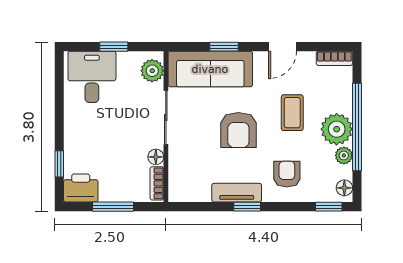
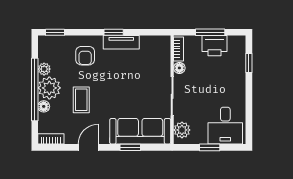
armchair: (238, 130) -> (120, 87), removed
printer: (81, 188) -> (214, 46), moved
floor lamp: (344, 188) -> (44, 106), moved

